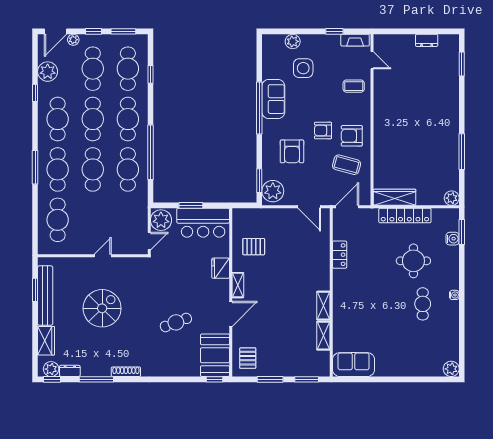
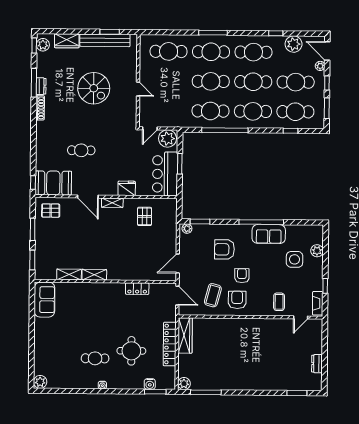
window: (462, 152) -> (206, 392), moved
plant: (273, 191) -> (187, 229), width x0.53, depth x0.53
door: (149, 241) -> (150, 128), hinge flipped
cafe table: (176, 322) -> (81, 150), turned -69
dresser: (70, 371) -> (41, 86), moved

